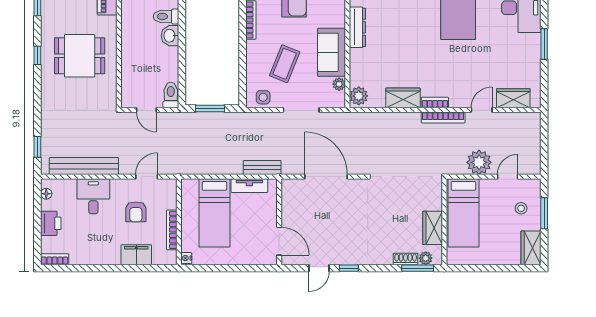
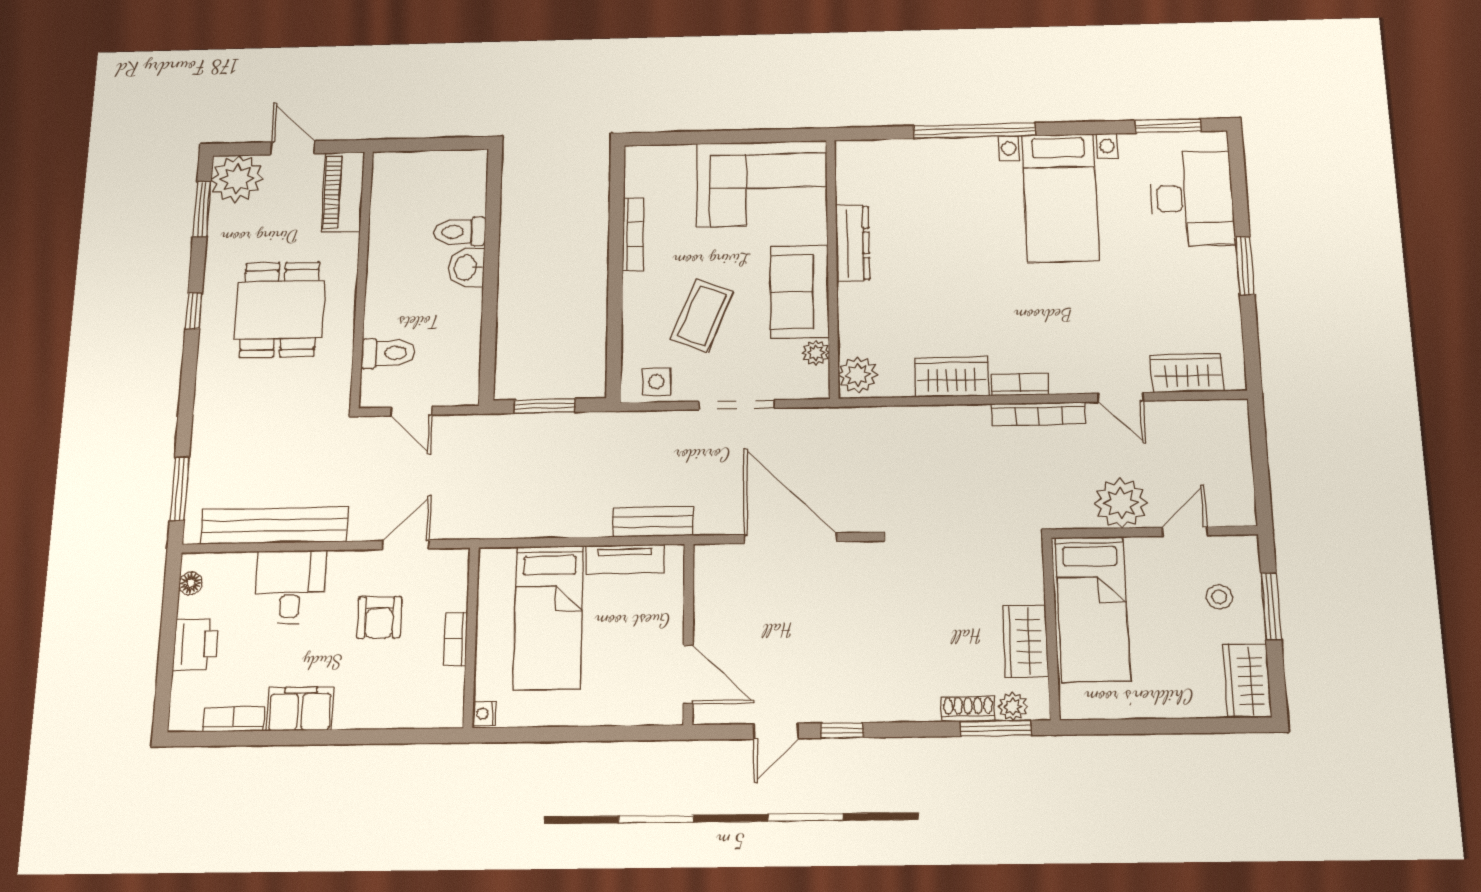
dining table: (80, 56) -> (280, 310), turned 90
toilet: (171, 95) -> (388, 353), moved, turned 90
door: (482, 110) -> (1120, 397), swing flipped
window: (37, 147) -> (179, 489), width x1.50
bookcase: (172, 230) -> (456, 639), width x0.64
filing cabinet: (136, 255) -> (300, 709), moved
bookcase: (55, 259) -> (234, 719), moved

